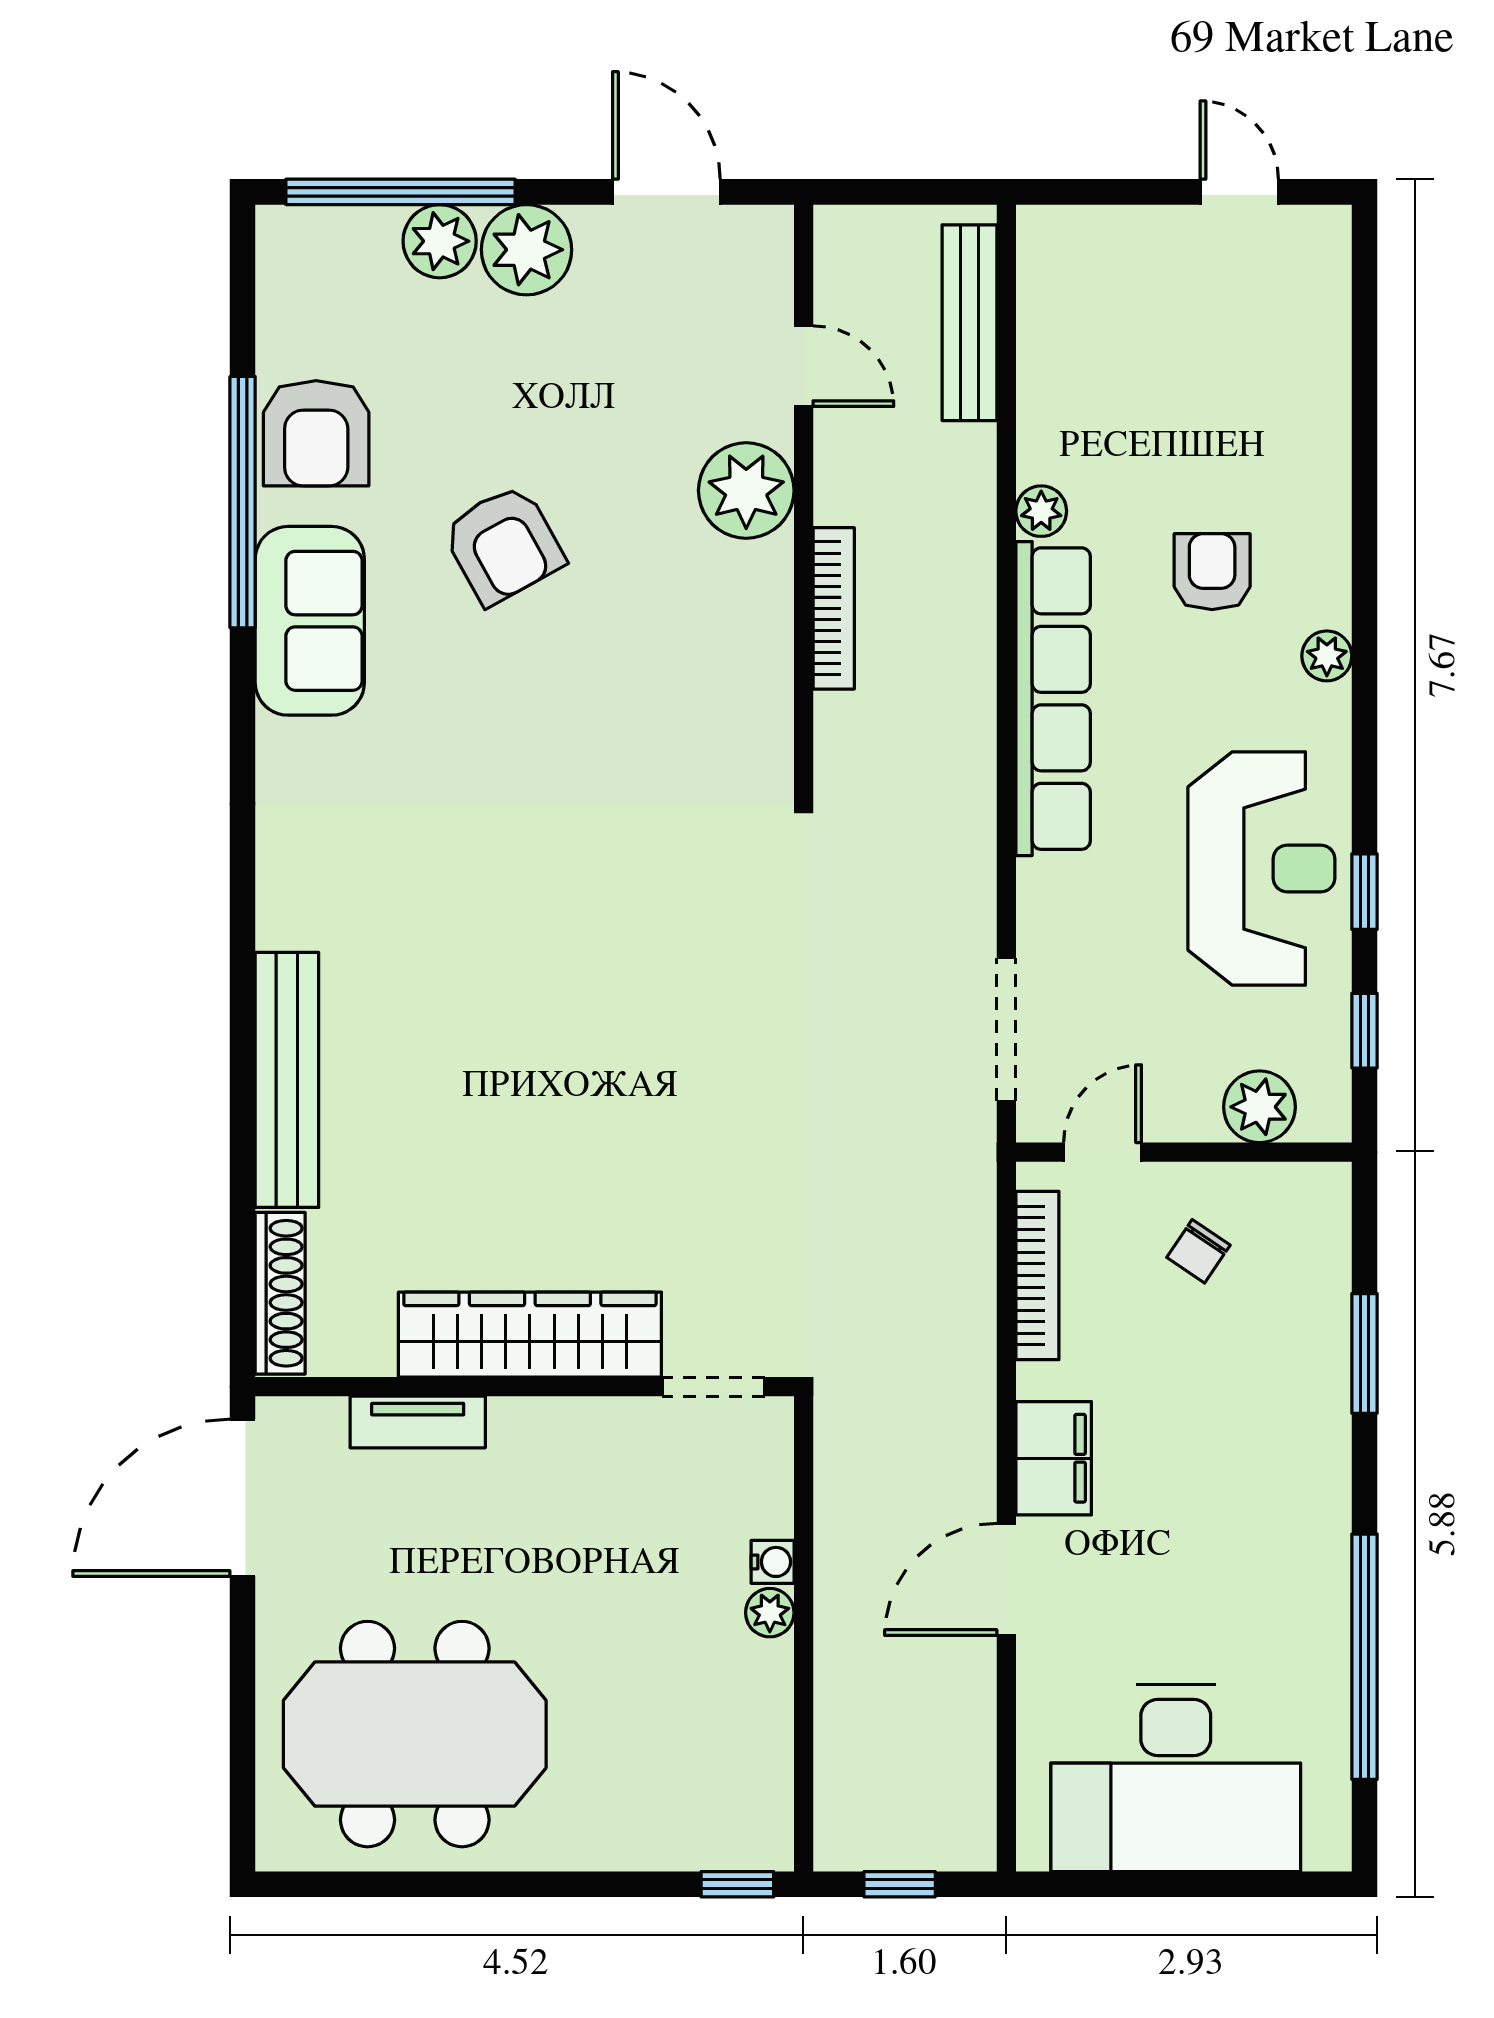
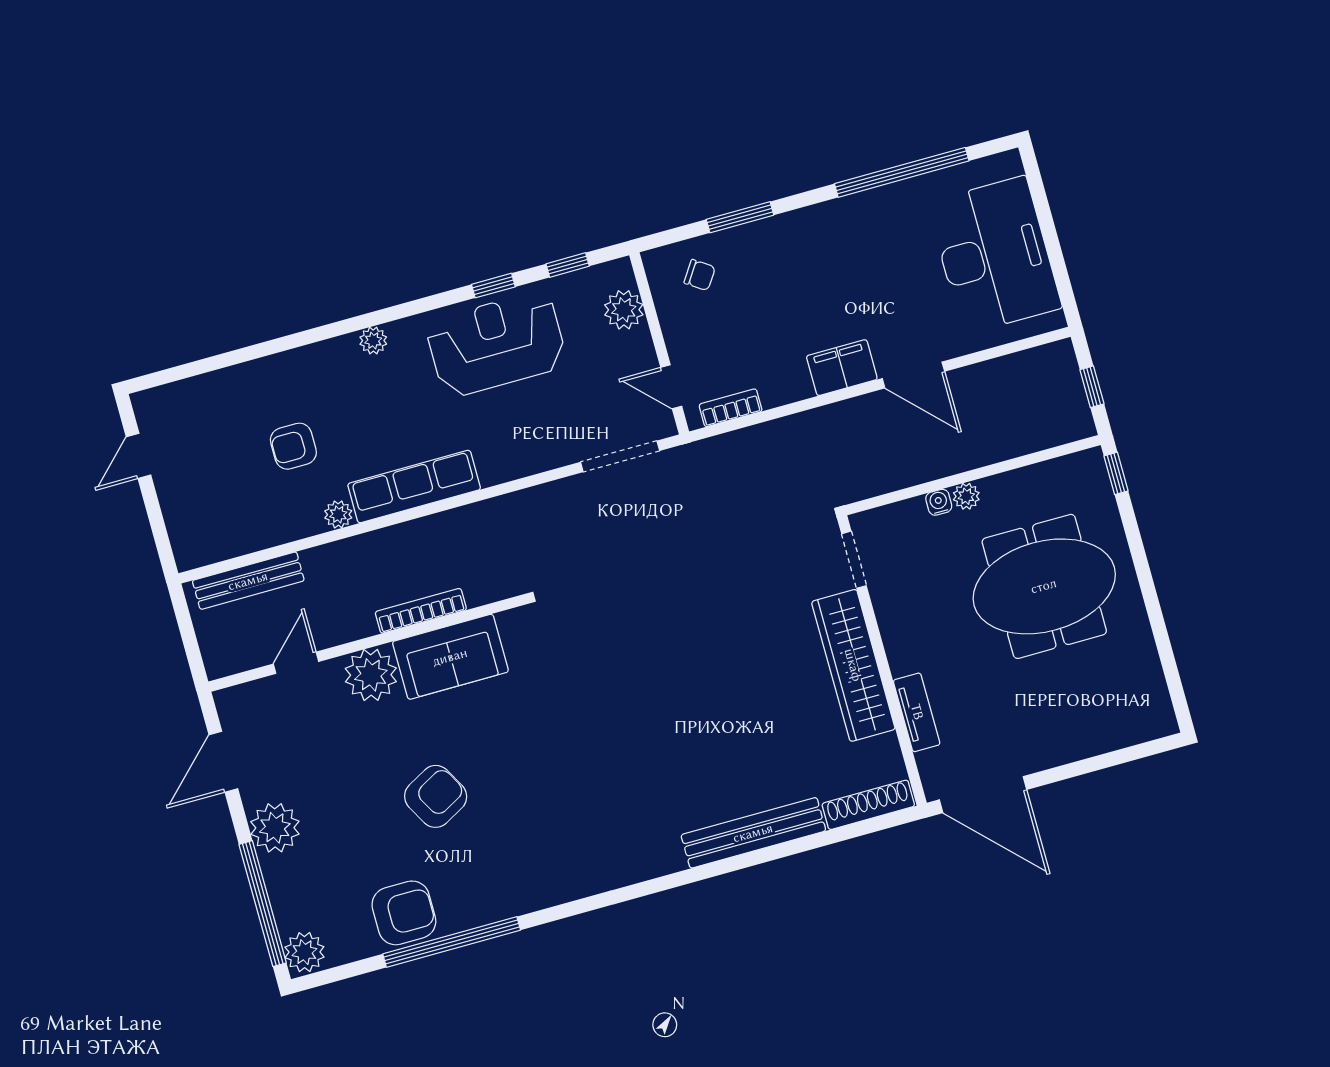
plant: (440, 241) -> (304, 952), moved
armchair: (1212, 572) -> (293, 446), moved
sofa: (310, 621) -> (450, 657), moved, turned 180
row of seats: (1053, 699) -> (414, 487), width x0.73
chair: (1198, 1251) -> (700, 275), moved
bookcase: (1037, 1276) -> (731, 408), width x0.64
meeting table: (415, 1734) -> (1044, 586), moved, turned 90

